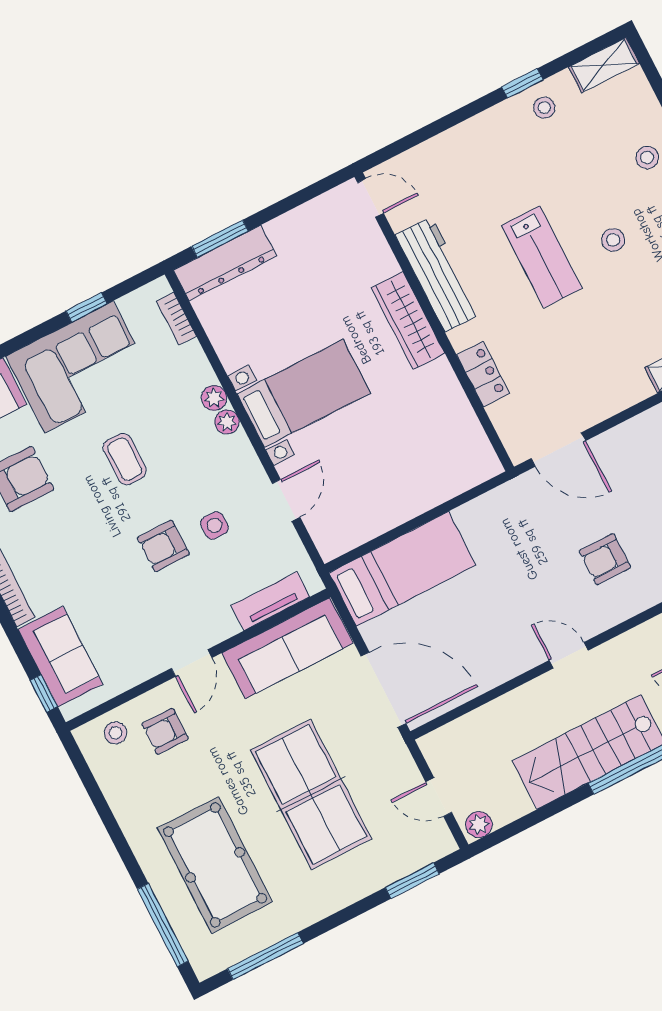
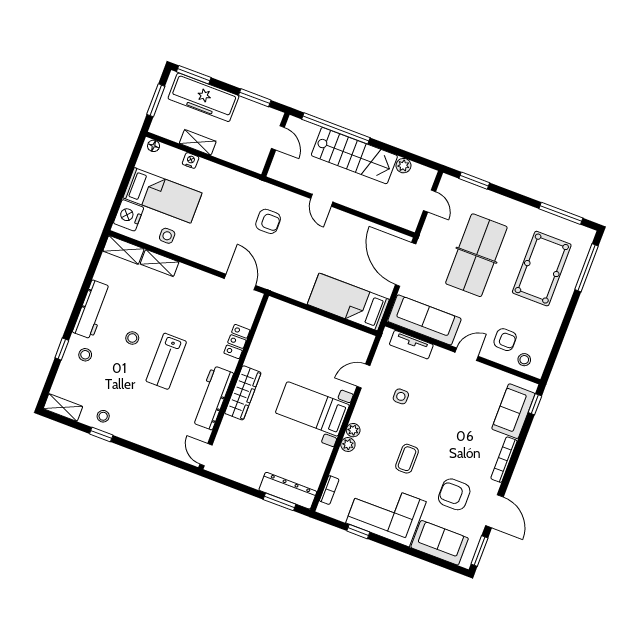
lab bench: (542, 257) -> (166, 361), turned 180
armchair: (163, 546) -> (429, 410), removed
plant: (479, 824) -> (403, 166), moved

